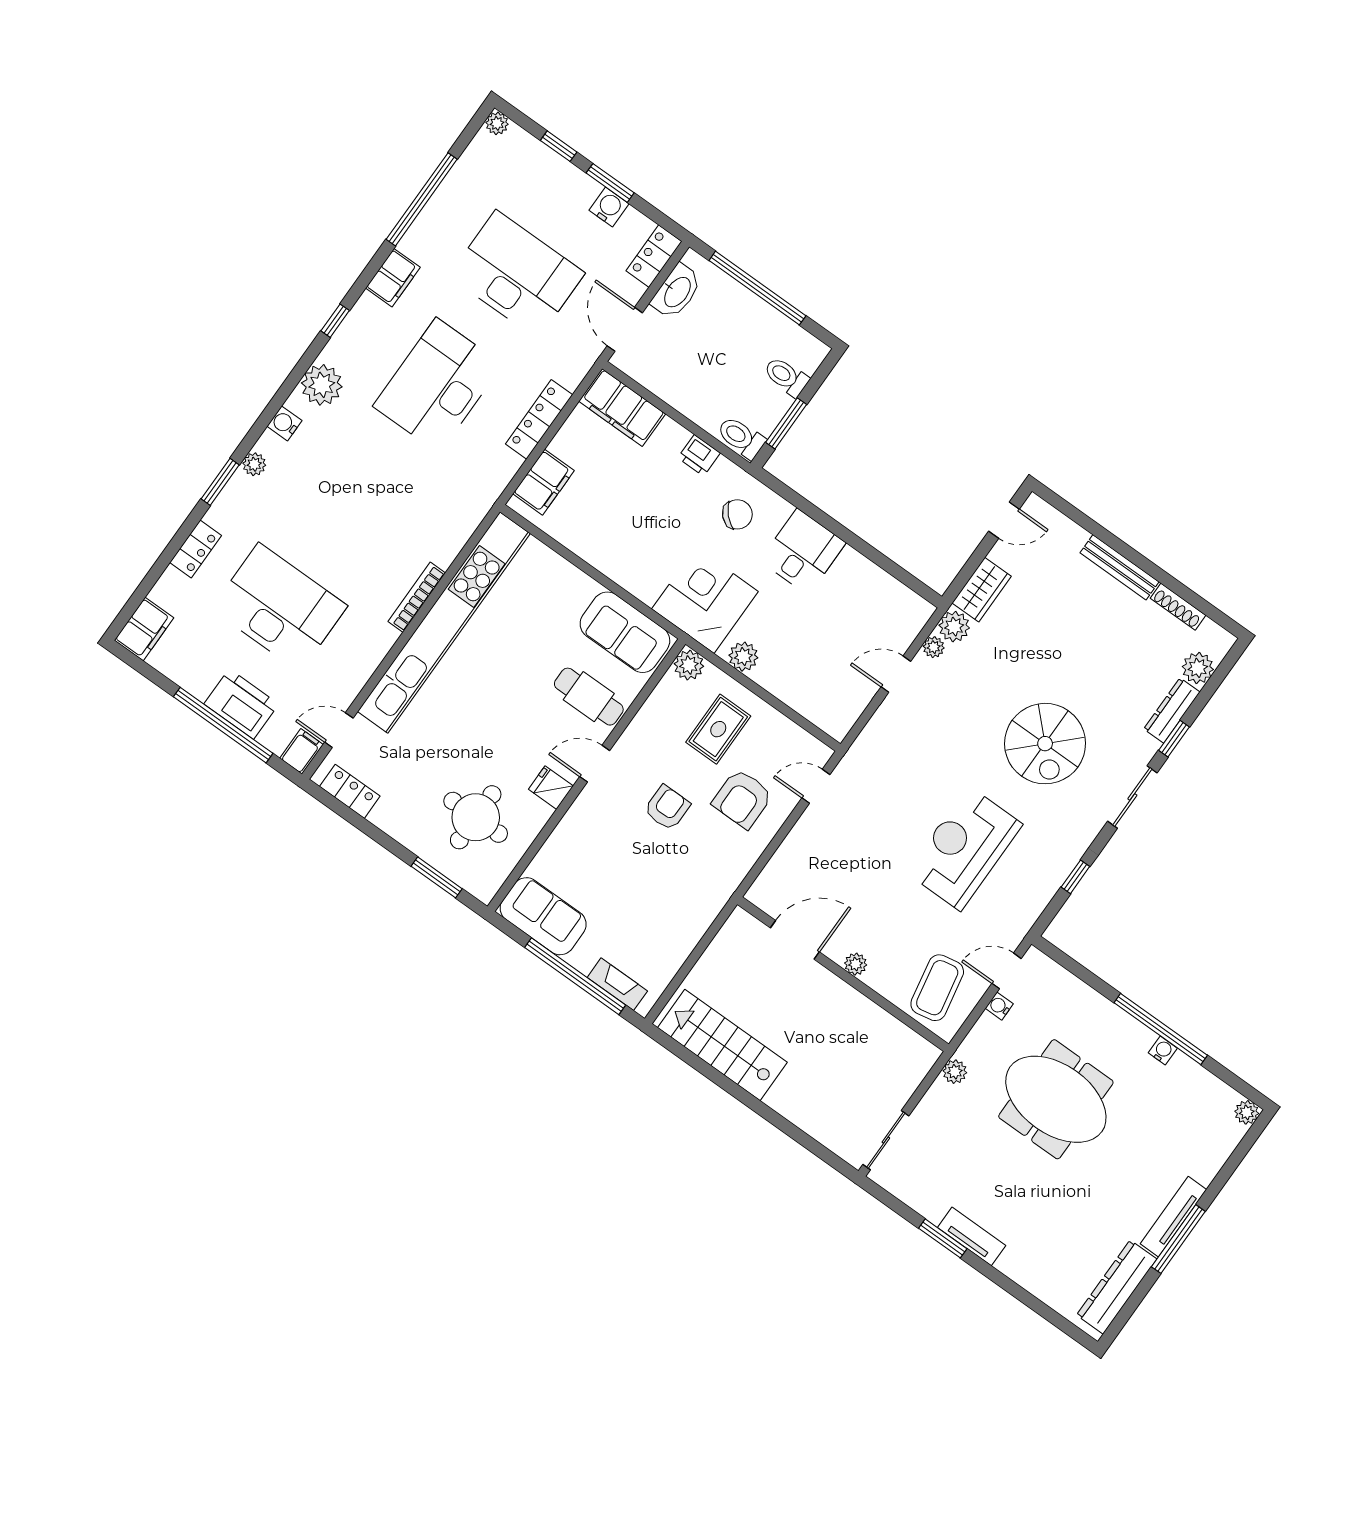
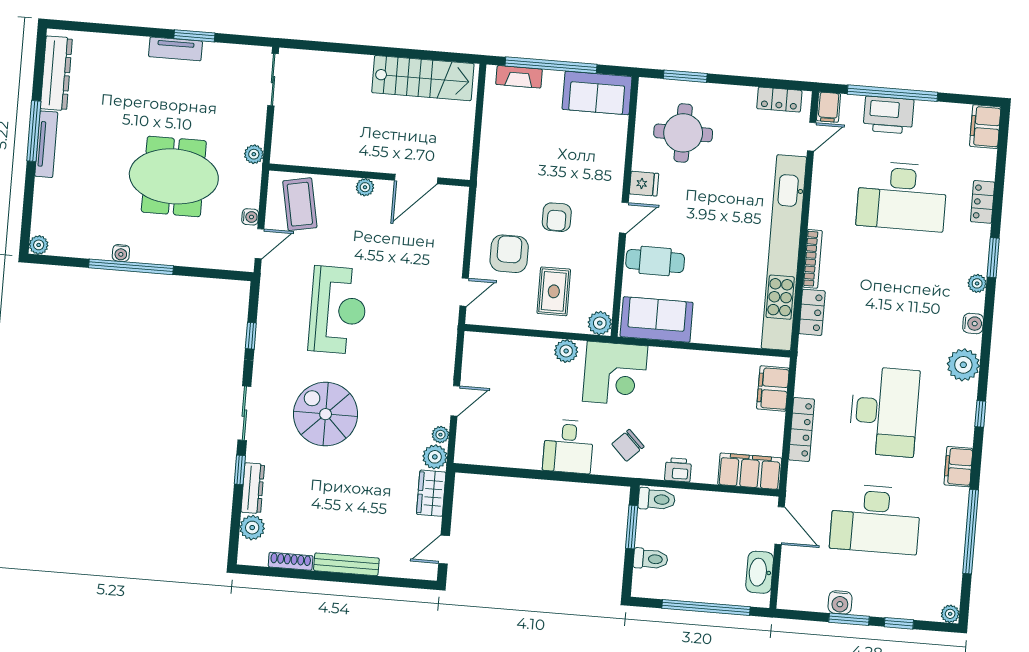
locker: (654, 256) -> (812, 312), moved

